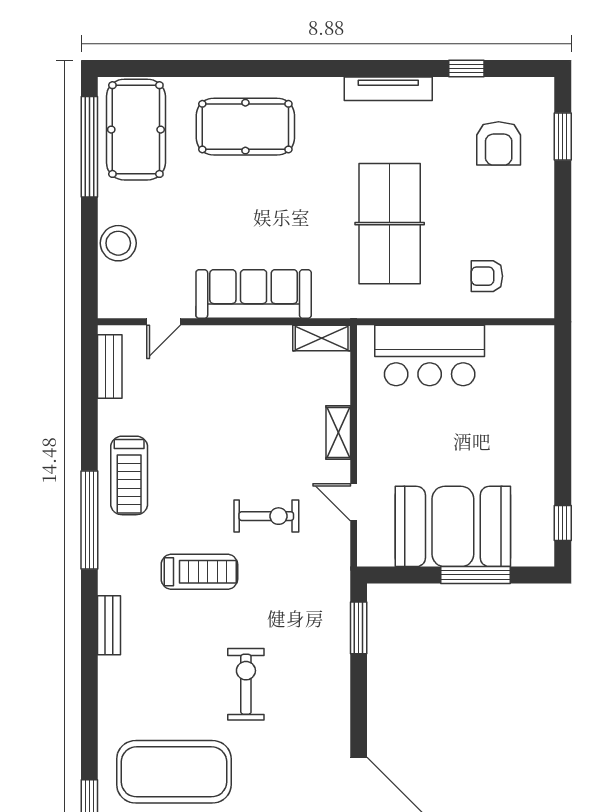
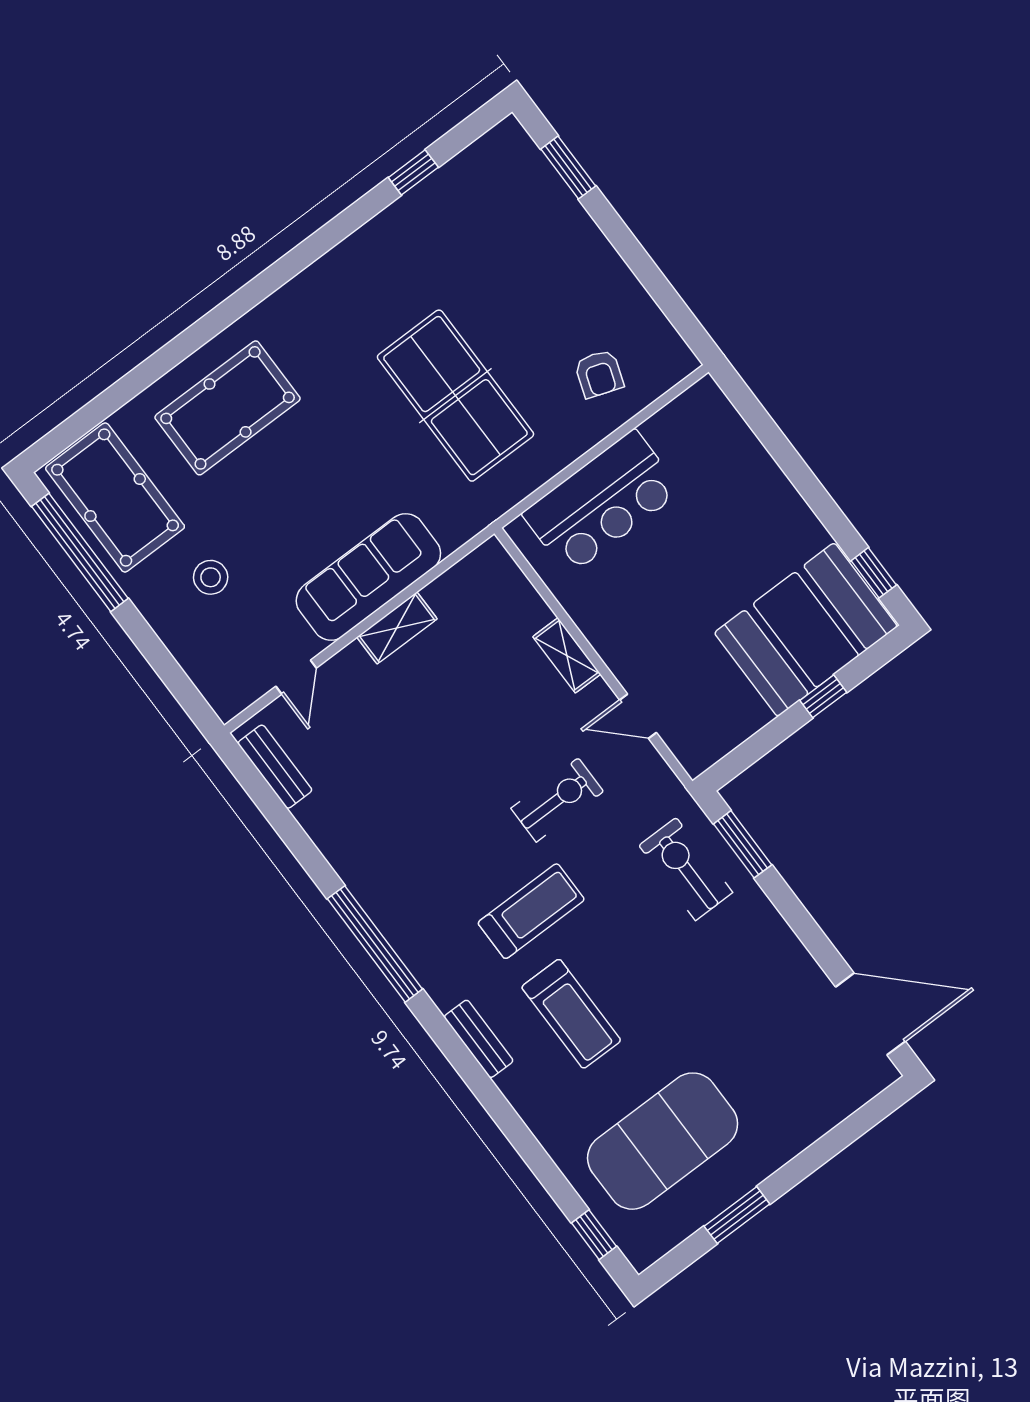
tv unit: (388, 89) -> (347, 255), removed
armchair: (499, 143) -> (507, 225), removed
stool: (118, 243) -> (211, 577), moved, width x0.73, depth x0.73
armchair: (487, 276) -> (599, 374), turned -71
shelving: (322, 338) -> (397, 628), moved
treadmill: (129, 475) -> (571, 1014), moved
booth: (453, 526) -> (806, 630), moved
window: (476, 575) -> (823, 696), width x0.46
exercise bike: (246, 684) -> (686, 869), moved

